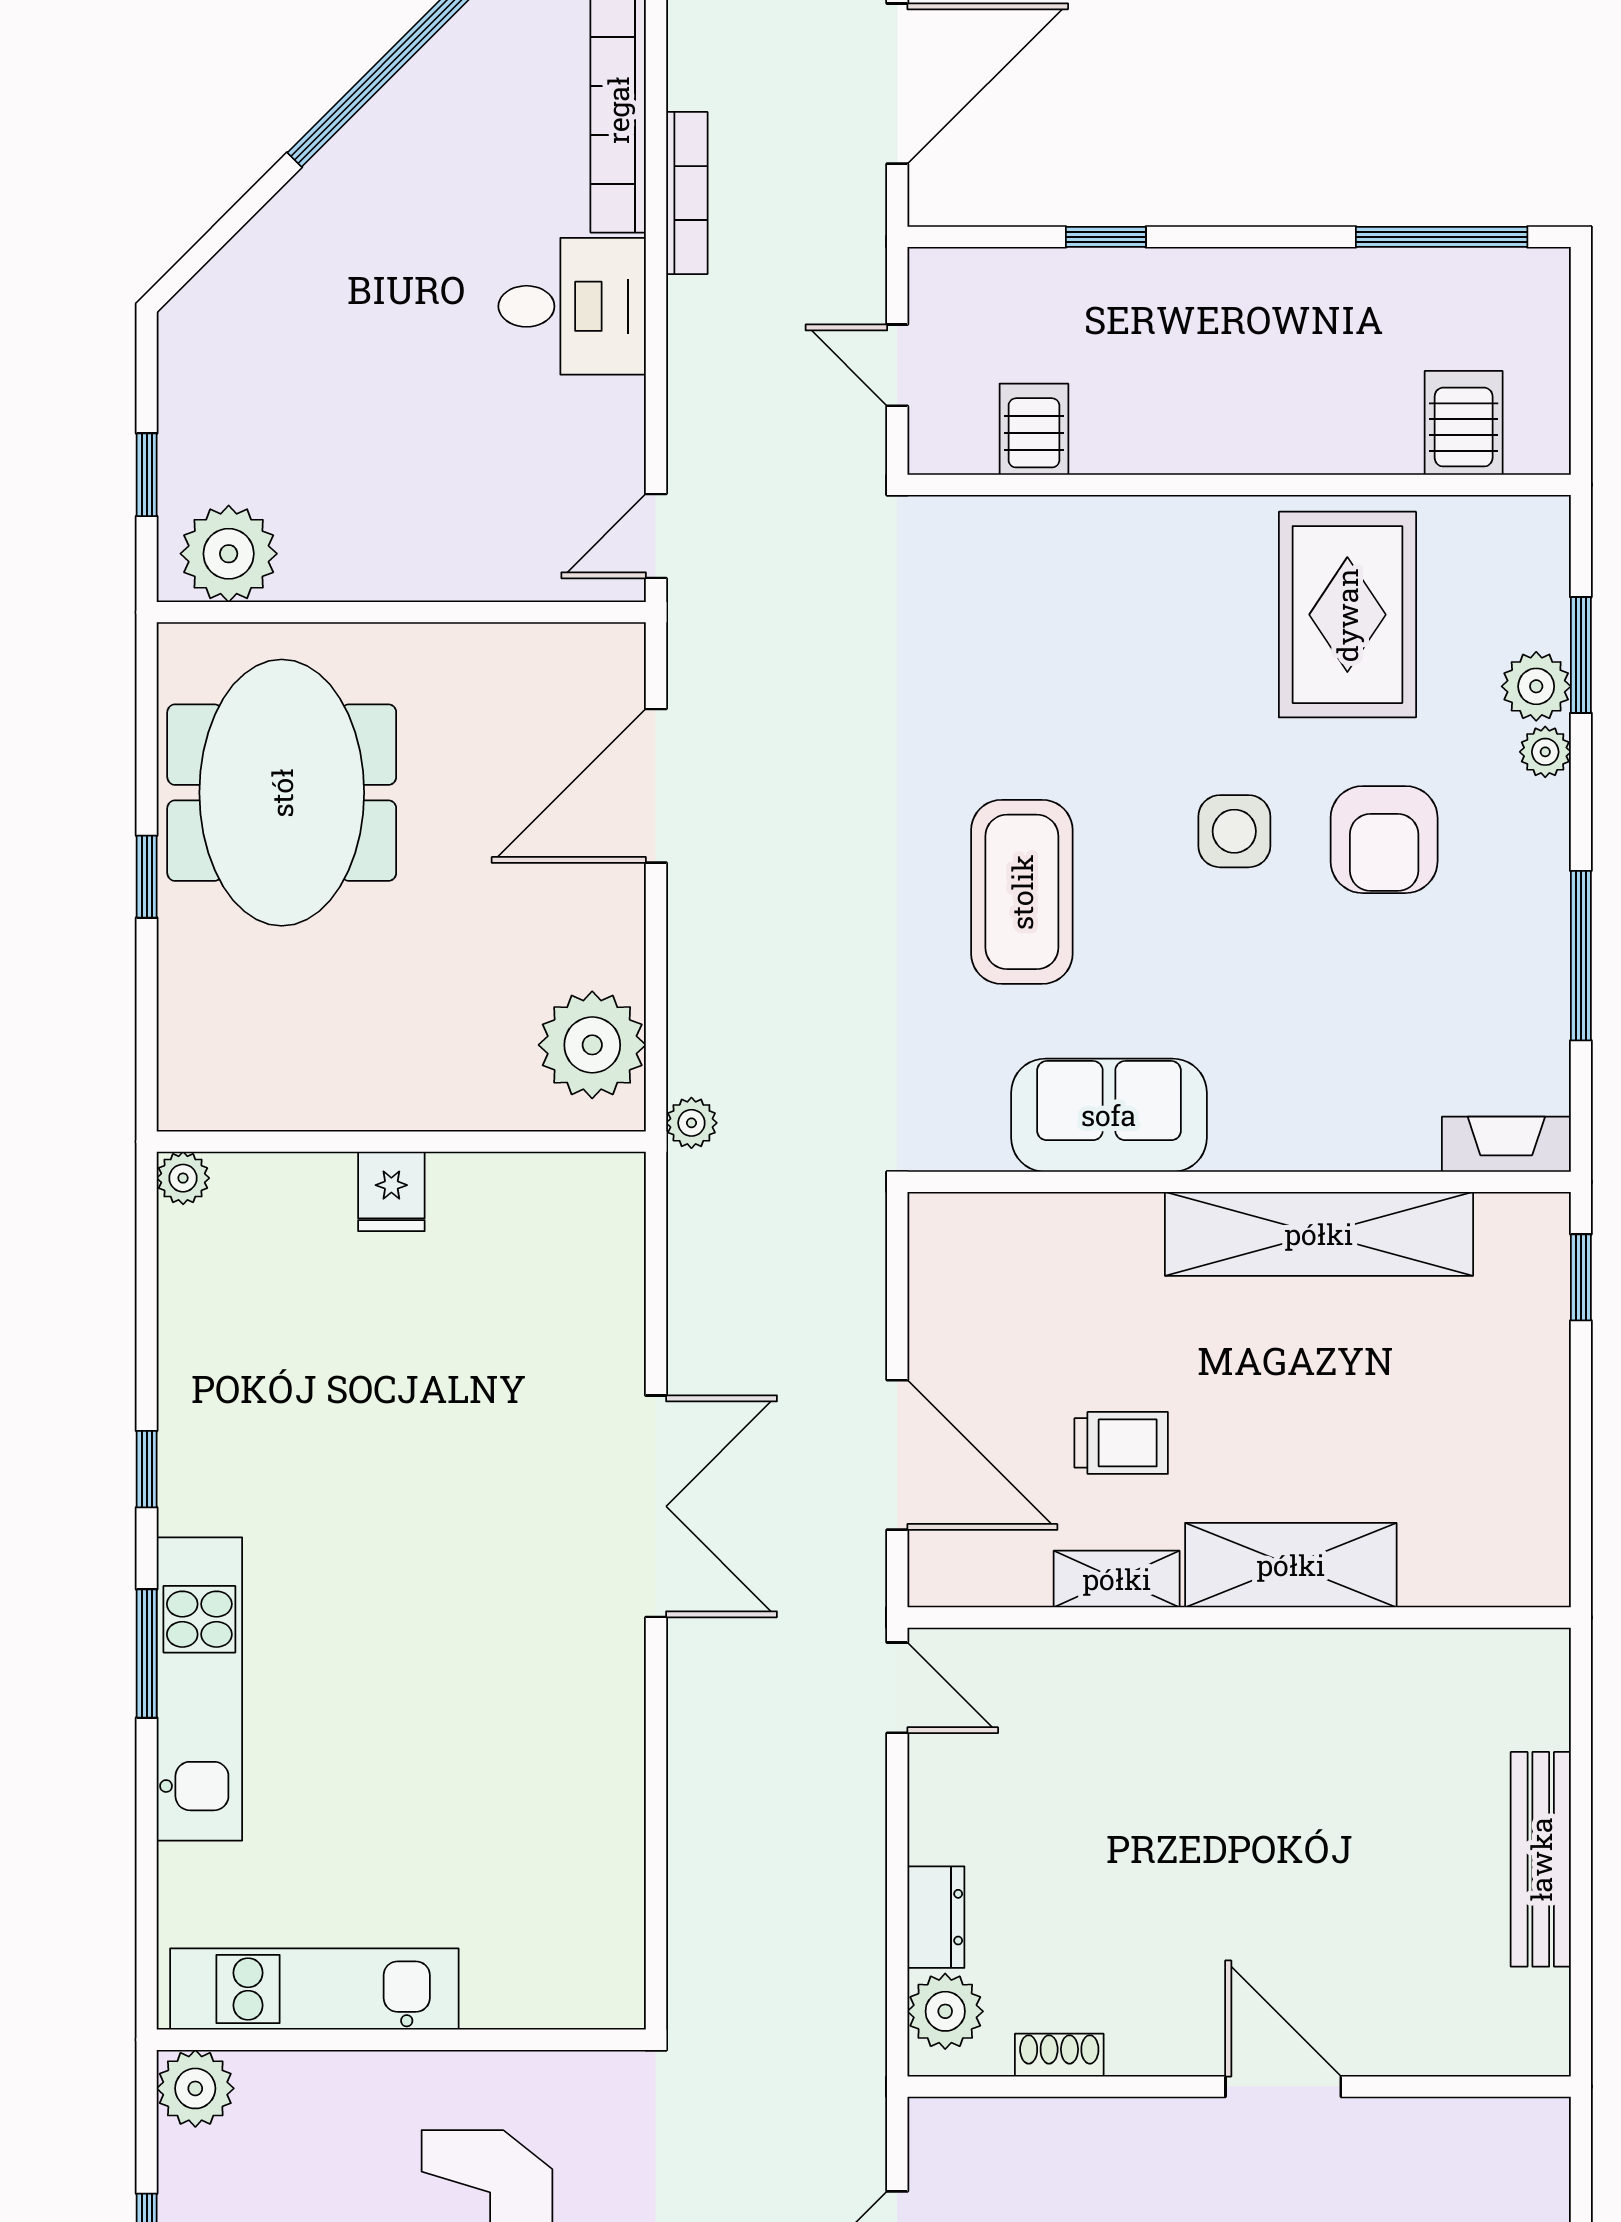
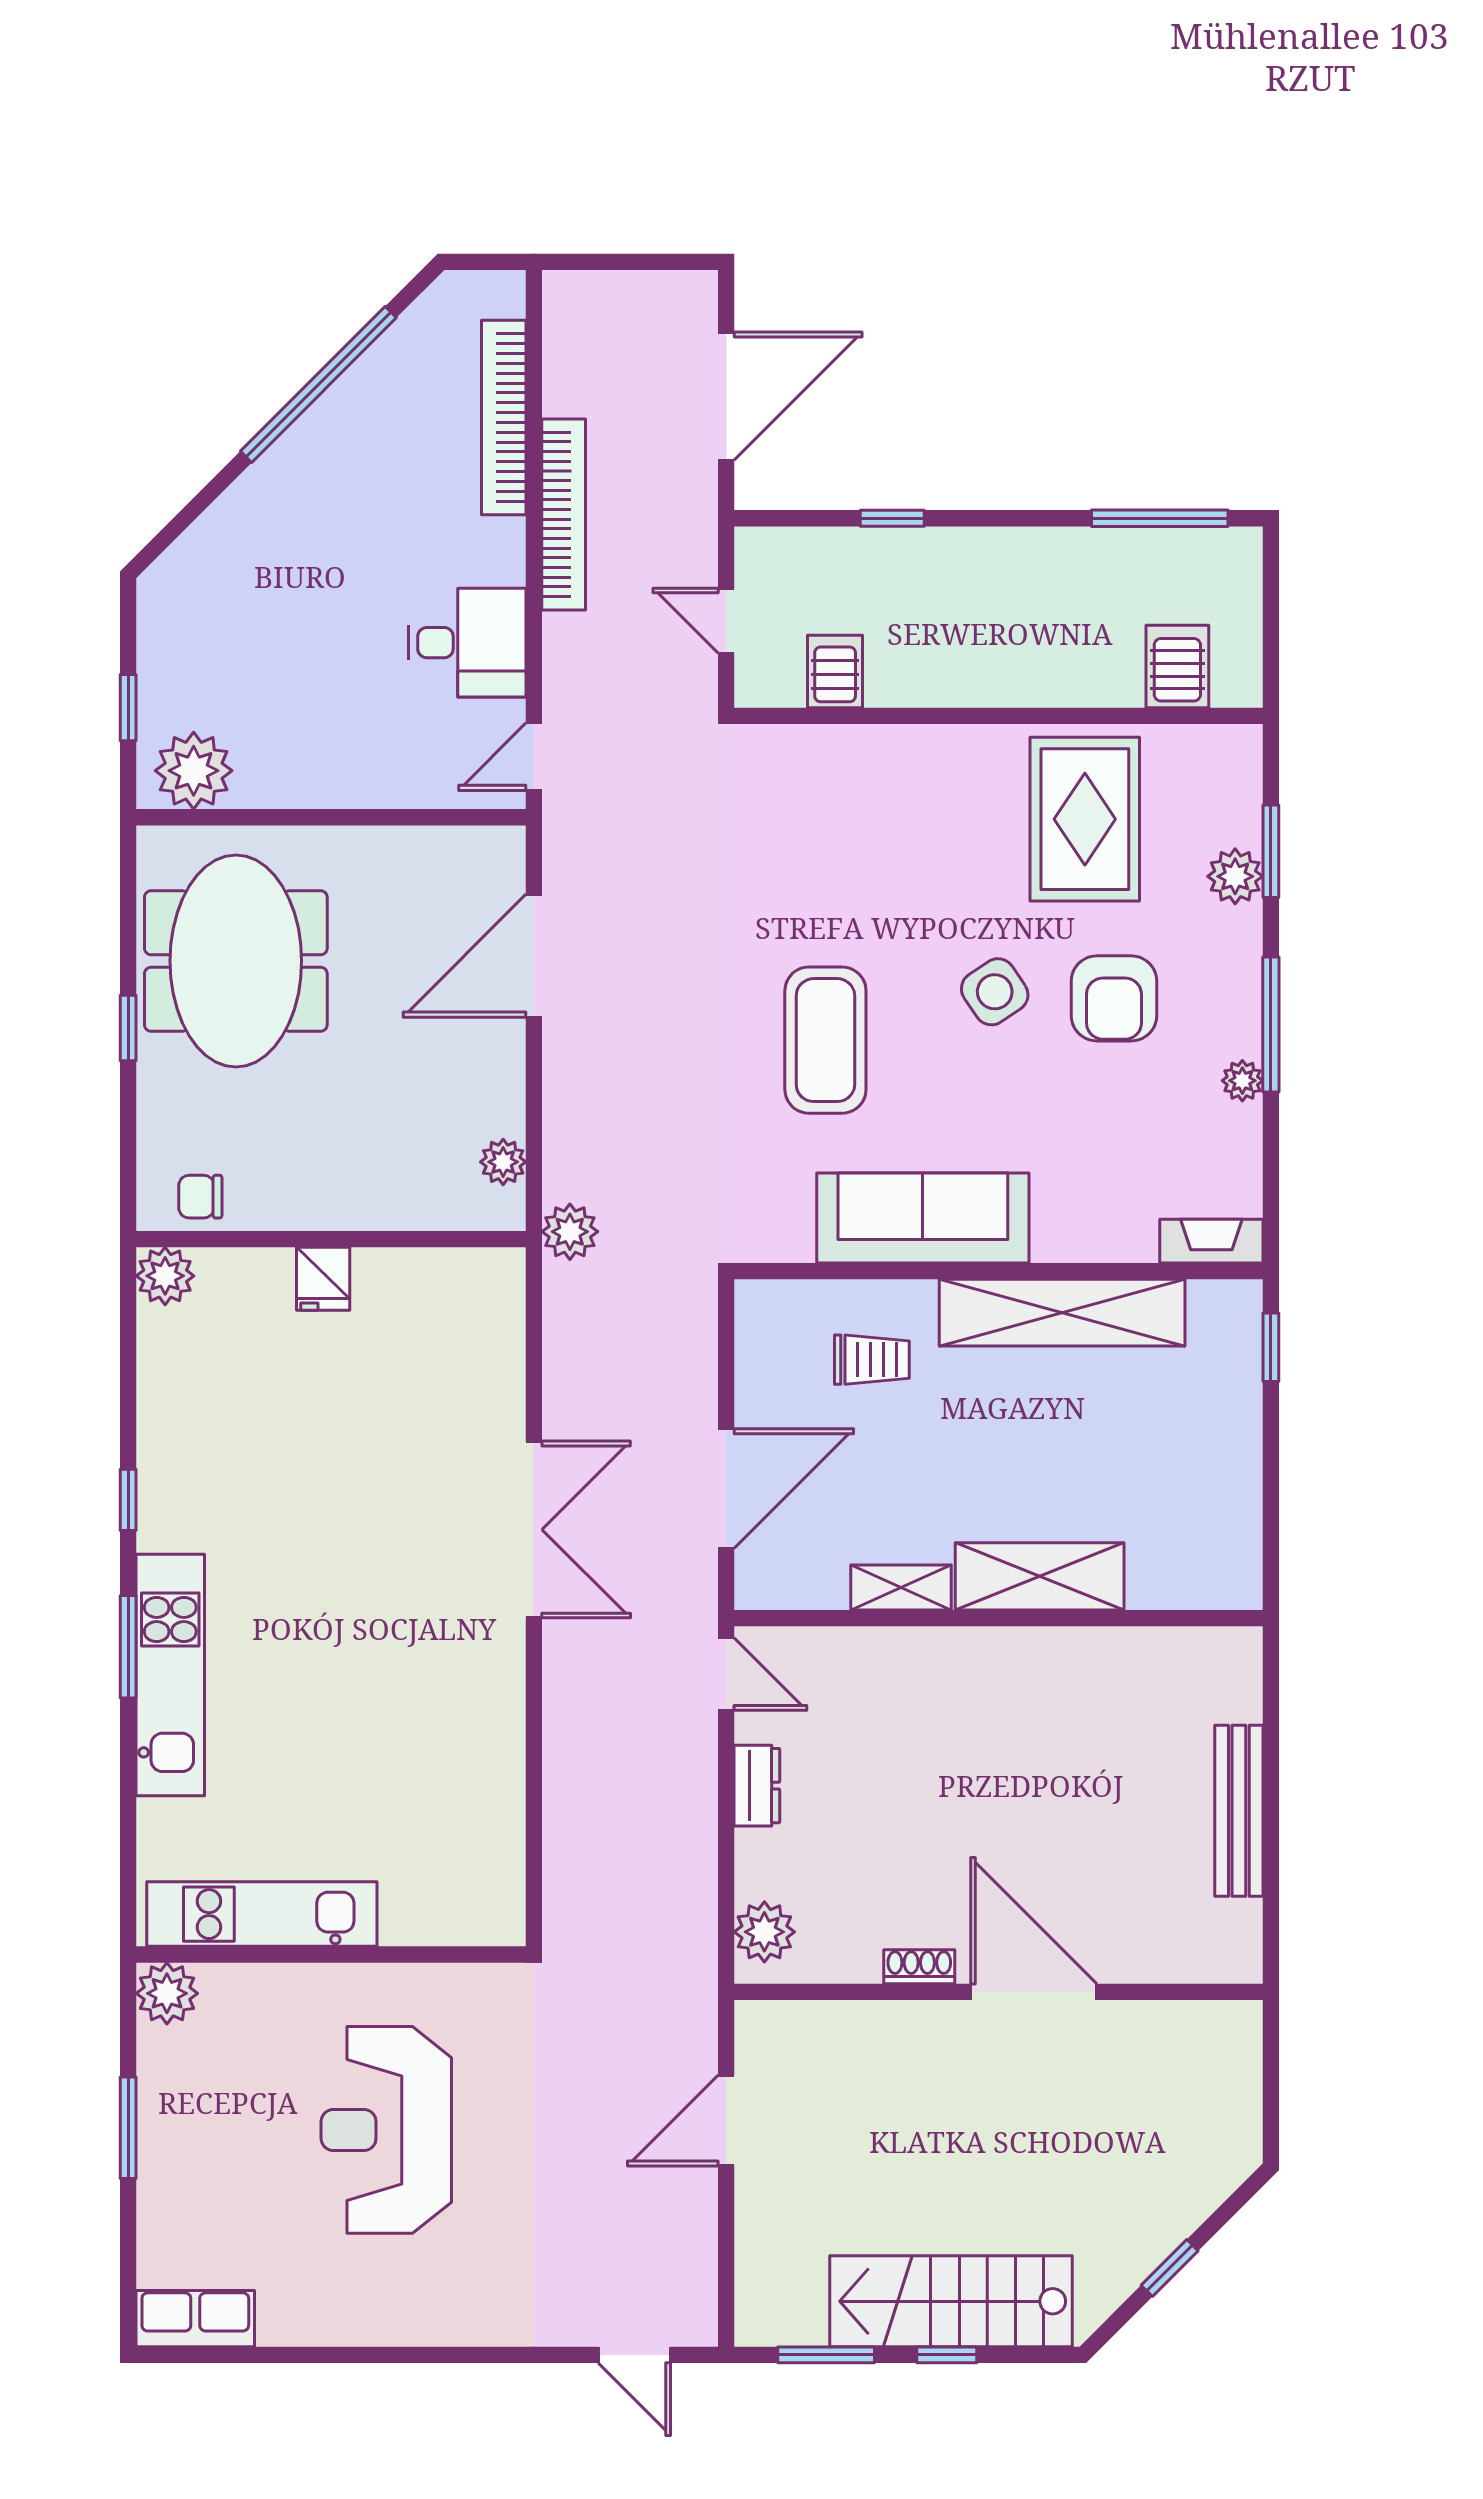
bookcase: (687, 193) -> (564, 514), width x1.48, depth x1.31
desk: (572, 306) -> (467, 643), moved
plant: (1545, 752) -> (1242, 1081), moved
side table: (1234, 831) -> (995, 992), turned -34
window: (1581, 956) -> (1271, 1024), moved
plant: (592, 1045) -> (503, 1162), width x0.53, depth x0.53
chair: (237, 1088) -> (200, 1197), added
sofa: (1109, 1115) -> (923, 1218), width x1.36
plant: (691, 1123) -> (570, 1232), width x1.38, depth x1.38
plant: (183, 1178) -> (165, 1276), width x1.38, depth x1.38
trolley: (1121, 1443) -> (872, 1360), moved
door: (897, 1455) -> (726, 1489), hinge flipped
dresser: (936, 1917) -> (757, 1786), moved
shoe rack: (1059, 2055) -> (919, 1967), moved
door: (1283, 2087) -> (1034, 1992), width x1.36

